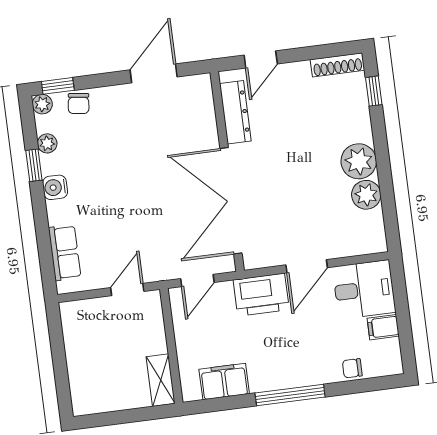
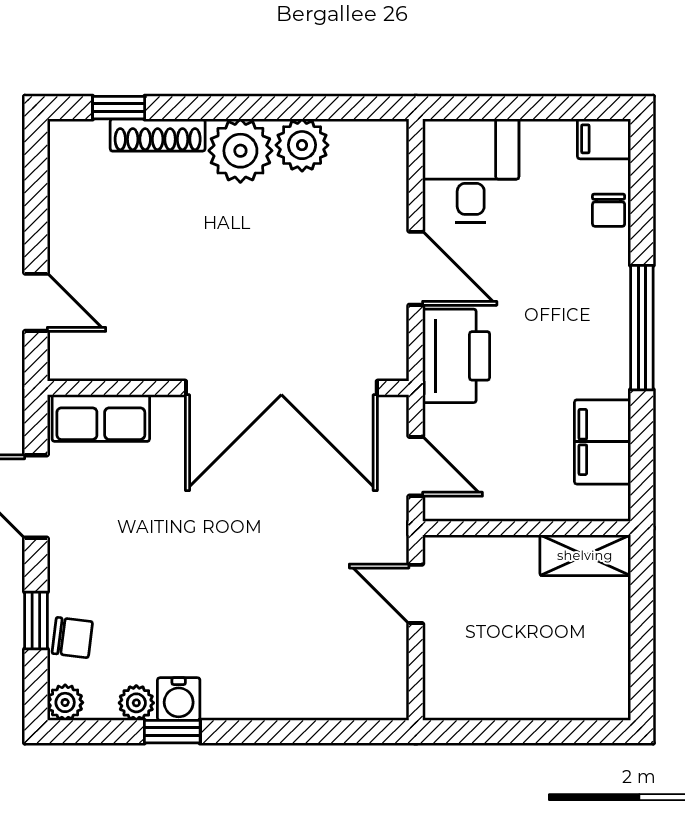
shoe rack: (337, 65) -> (158, 135), moved, turned 90
window: (58, 86) -> (36, 621), moved
dresser: (235, 112) -> (124, 360), removed
water cooler: (55, 187) -> (179, 699), moved
row of seats: (65, 253) -> (101, 418), moved, turned 180
filing cabinet: (383, 327) -> (604, 139), moved, turned 90

